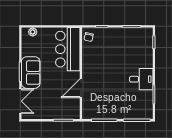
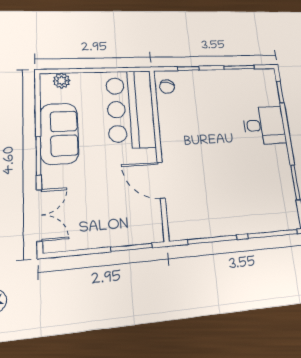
sofa: (31, 73) -> (59, 134), moved
desk: (141, 79) -> (264, 125), moved
door: (81, 88) -> (161, 180), hinge flipped

